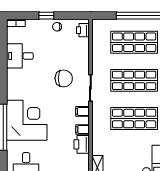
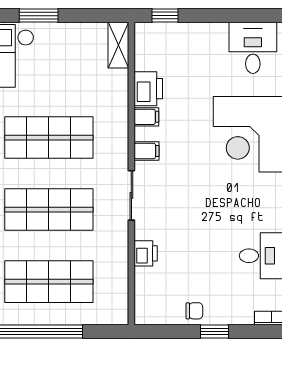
printer: (83, 30) -> (146, 253), moved
chair: (64, 78) -> (182, 213), removed

